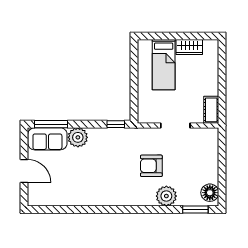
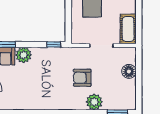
cot: (211, 110) -> (128, 29), width x1.37, depth x1.34
floor lamp: (210, 193) -> (129, 71), moved

